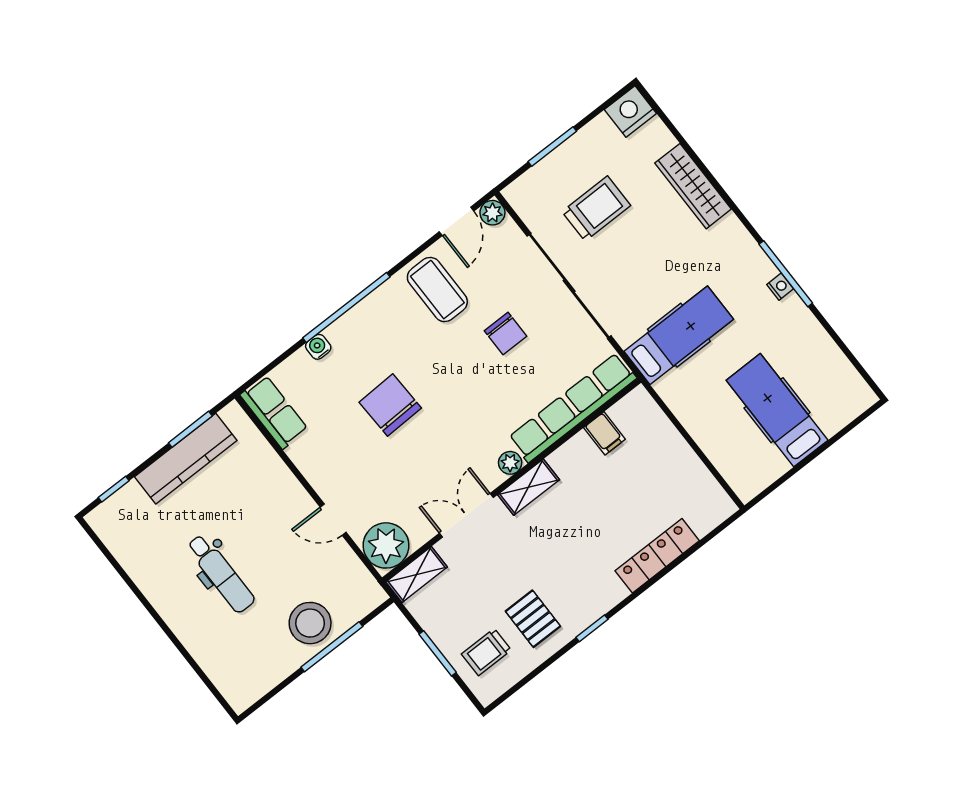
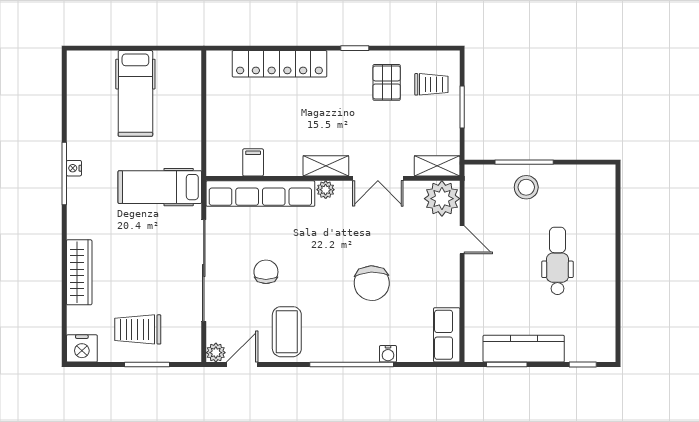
trolley: (596, 208) -> (138, 329), moved
locker: (657, 556) -> (279, 64), width x1.41, depth x1.21
stool: (310, 623) -> (526, 187), width x0.73, depth x0.73

